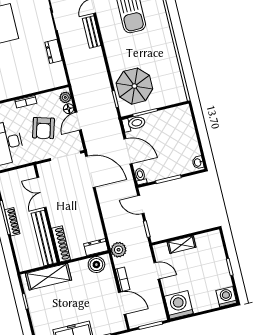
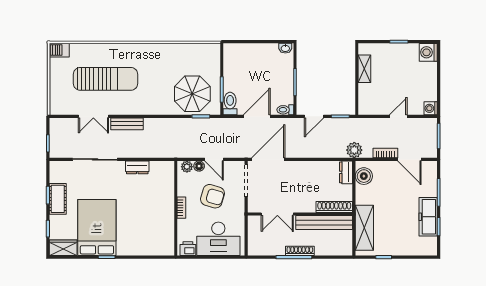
shelving: (182, 245) -> (364, 69), moved
door: (157, 271) -> (398, 116), moved
door: (122, 303) -> (409, 159), swing flipped
washing machine: (179, 305) -> (431, 108), width x0.53, depth x0.53

